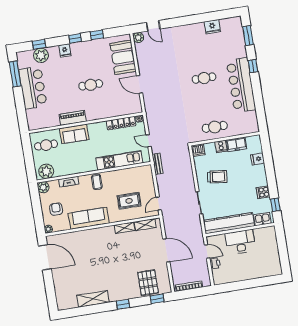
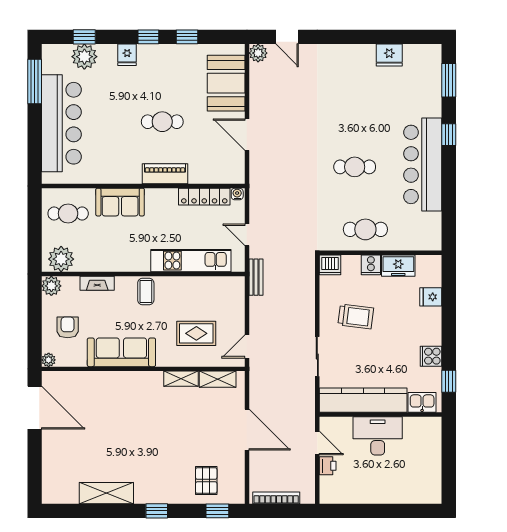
cafe table: (204, 78) -> (355, 167), moved
bar counter: (33, 88) -> (61, 123), width x1.36
piano: (73, 118) -> (165, 174), moved
pallet: (148, 283) -> (206, 481), width x0.67, depth x0.71

